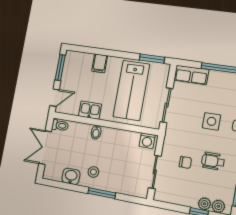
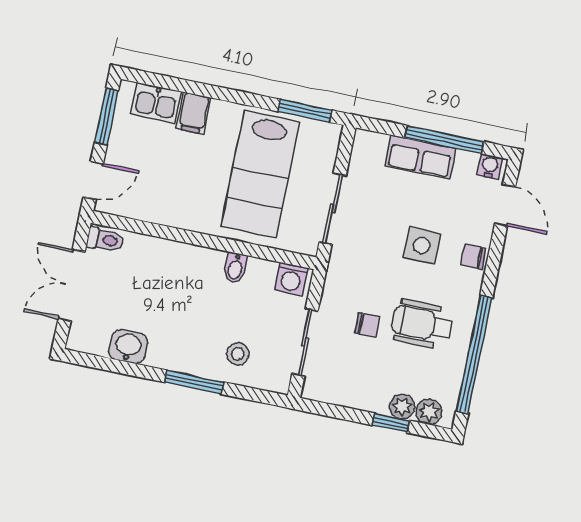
row of seats: (191, 75) -> (420, 157), moved
kitchen sink: (90, 110) -> (156, 103), moved, turned 180
bidet: (96, 132) -> (235, 268), moved
wheelchair: (213, 161) -> (422, 324), width x1.36, depth x1.37
stool: (93, 172) -> (238, 354), moved

